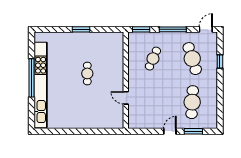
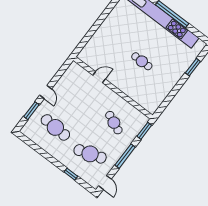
window: (81, 29) -> (193, 67), moved

